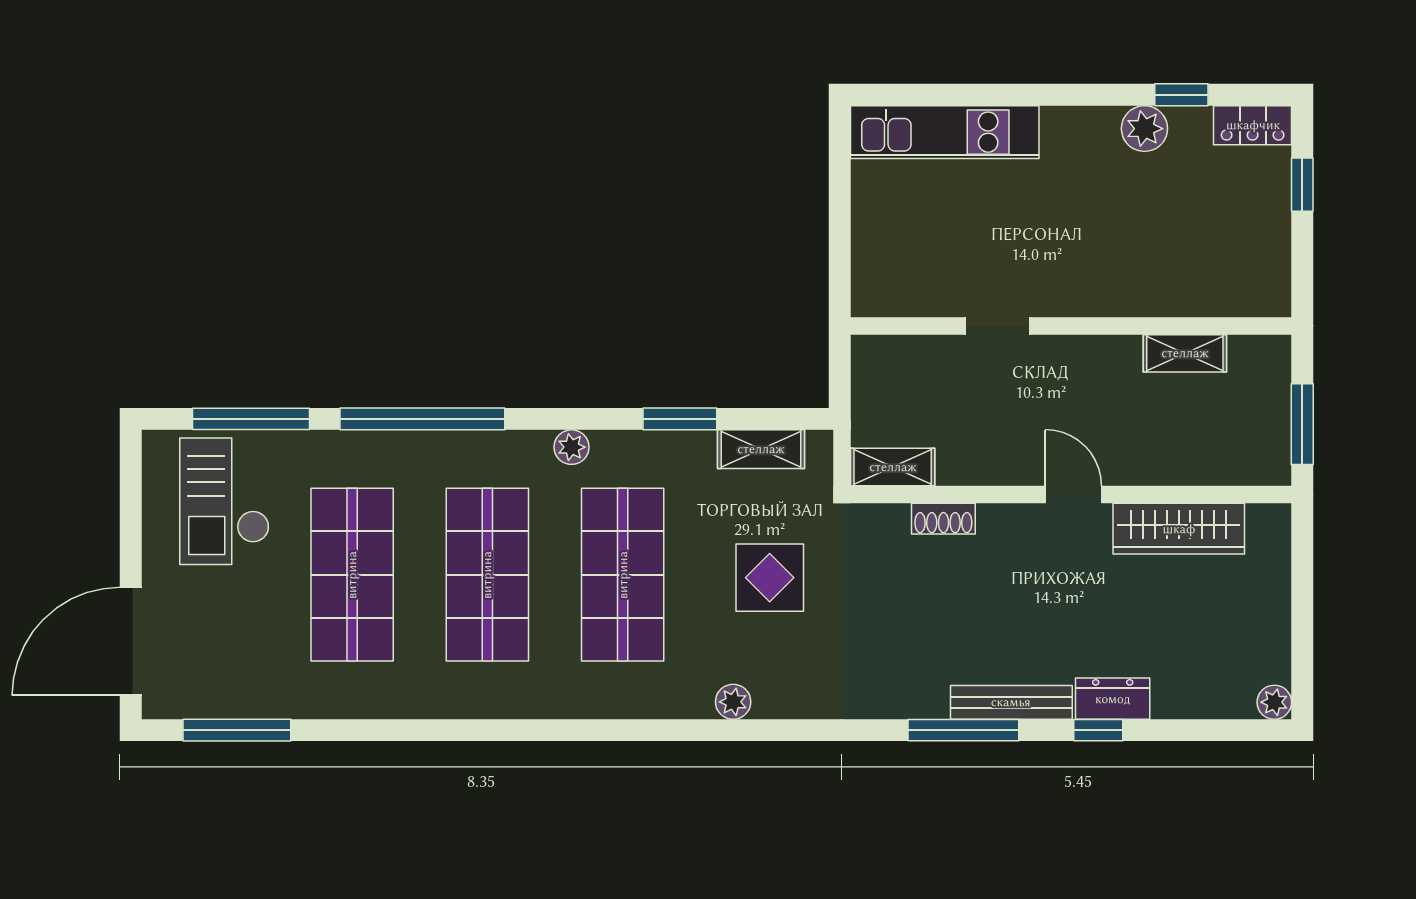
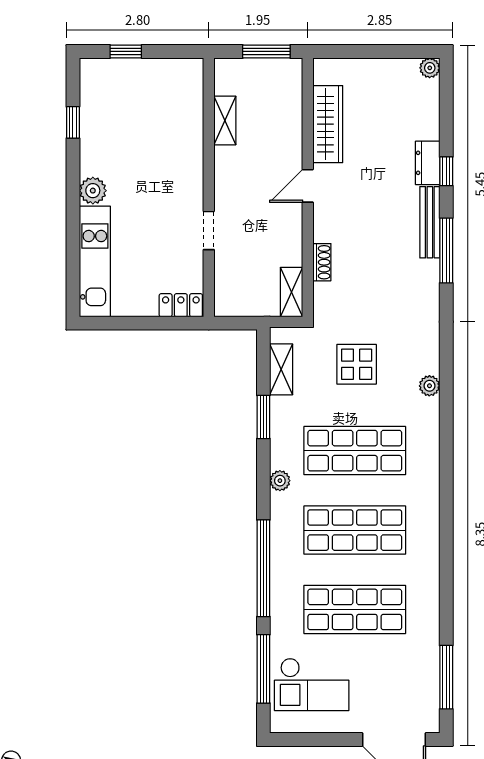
locker: (1253, 125) -> (181, 305), moved, turned -90
plant: (1144, 129) -> (93, 191), moved

